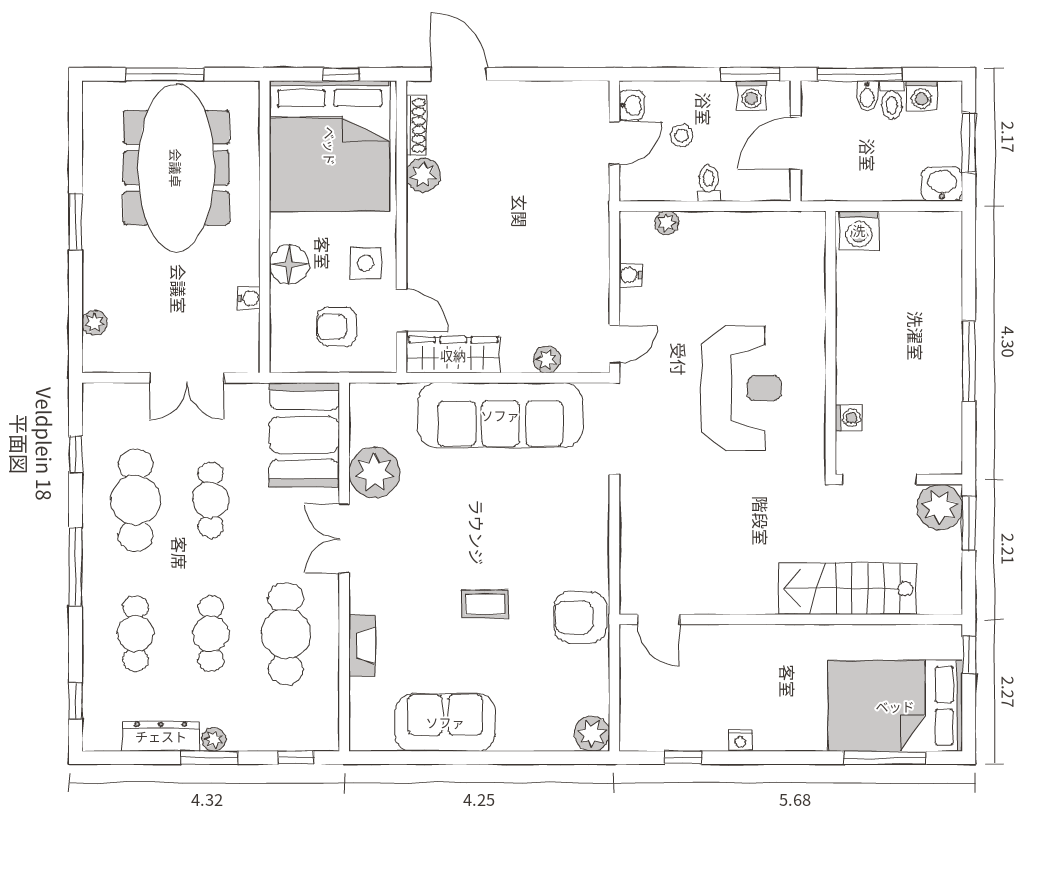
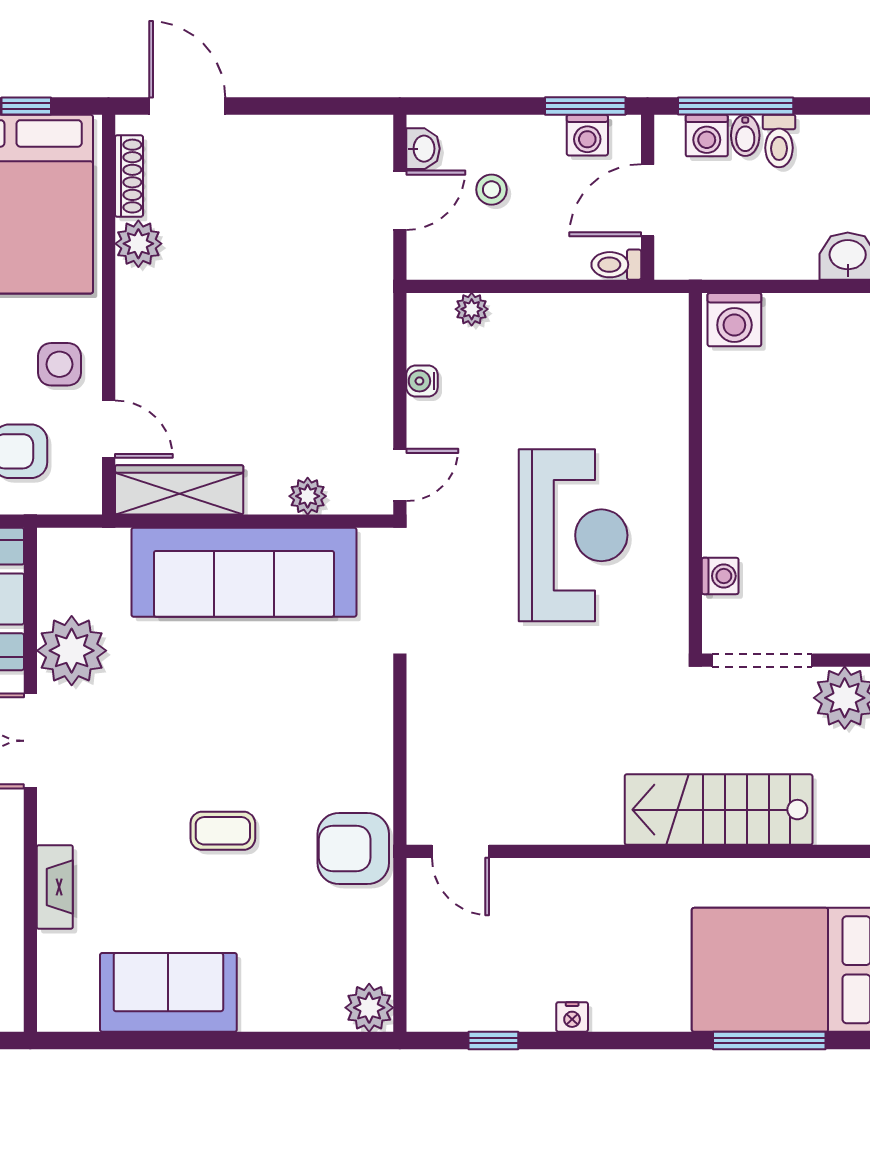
washing machine: (921, 96) -> (707, 136), moved
toilet: (709, 183) -> (616, 265), moved, turned -90

